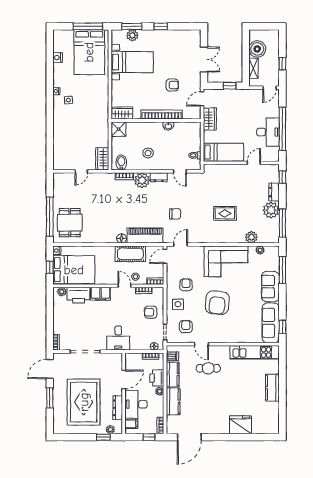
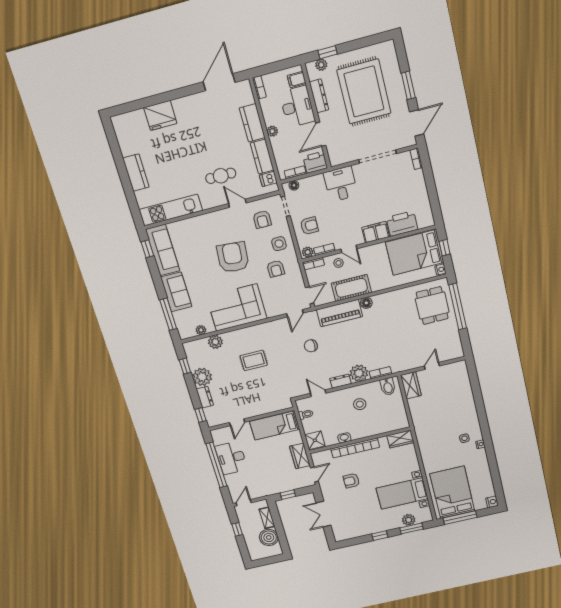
nightstand: (58, 58) -> (492, 502), moved
shower: (119, 129) -> (315, 440), moved
window: (282, 223) -> (185, 366), width x0.46
plant: (62, 292) -> (308, 252), moved
printer: (157, 378) -> (315, 162), moved, turned -90
window: (149, 437) -> (270, 68), removed

